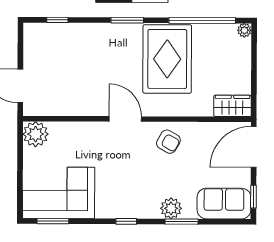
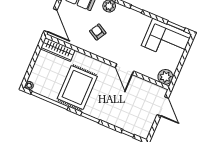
wardrobe: (232, 106) -> (58, 50), width x1.50
door: (125, 119) -> (124, 69), moved
armchair: (168, 142) -> (98, 32), moved
door: (254, 147) -> (51, 20), hinge flipped

